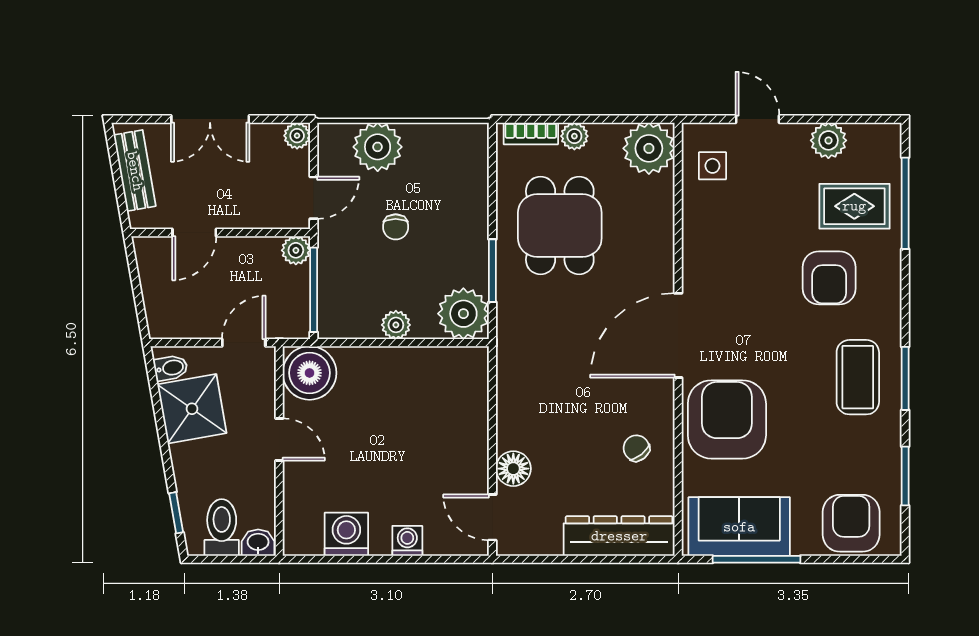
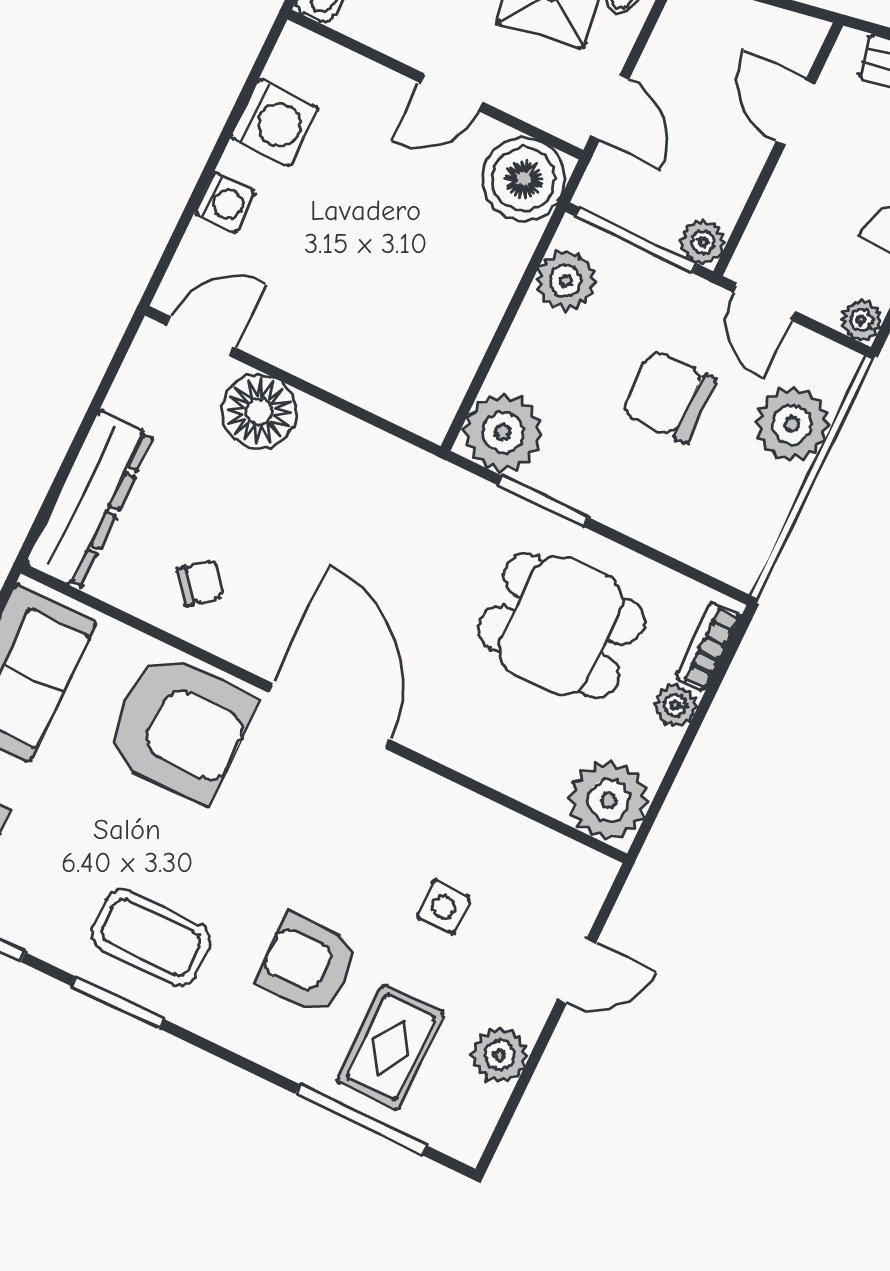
side table: (712, 166) -> (443, 907), moved
chair: (396, 227) -> (669, 396), width x1.87, depth x1.87
plant: (396, 325) -> (566, 281), moved, width x1.38, depth x1.38
floor lamp: (513, 469) -> (259, 412), width x1.38, depth x1.38

